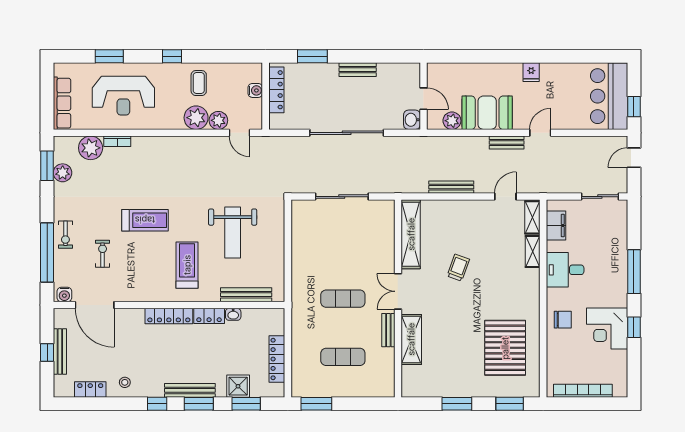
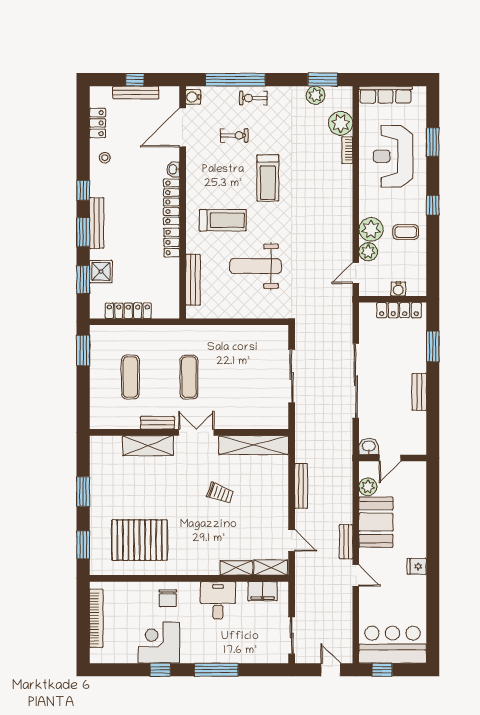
washbasin: (233, 314) -> (173, 169), moved

